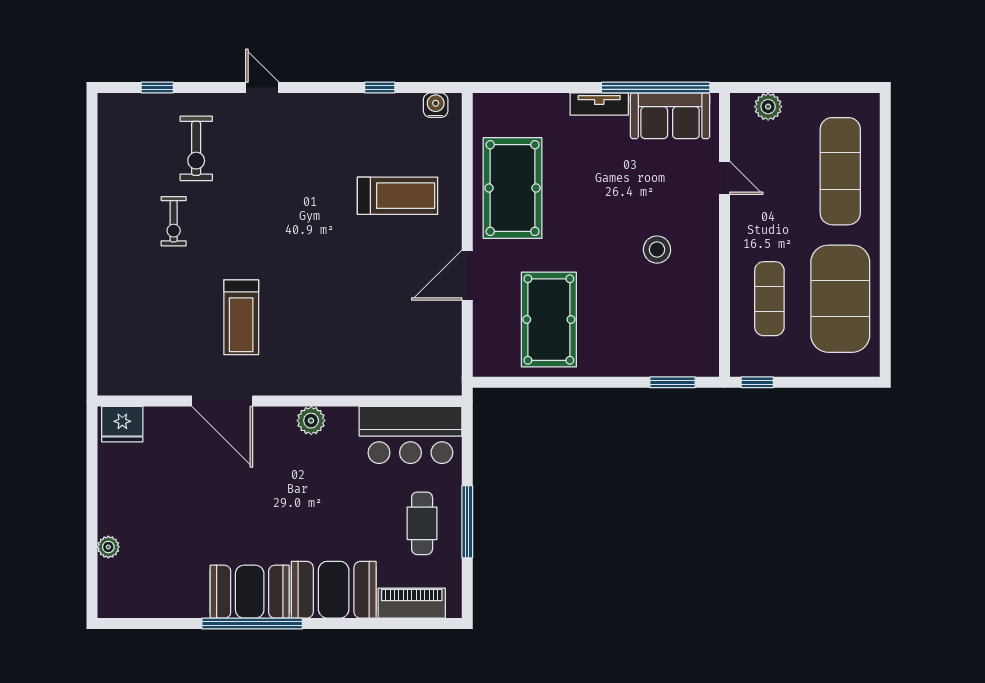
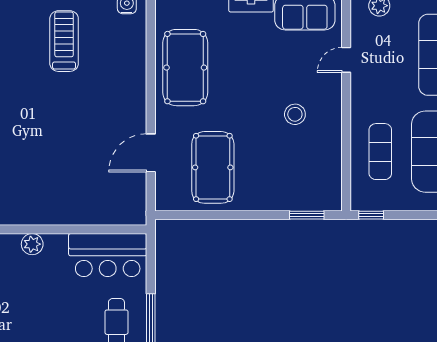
door: (724, 178) -> (346, 60), swing flipped
treadmill: (398, 196) -> (64, 41), moved, turned -90
door: (467, 275) -> (151, 153), moved

